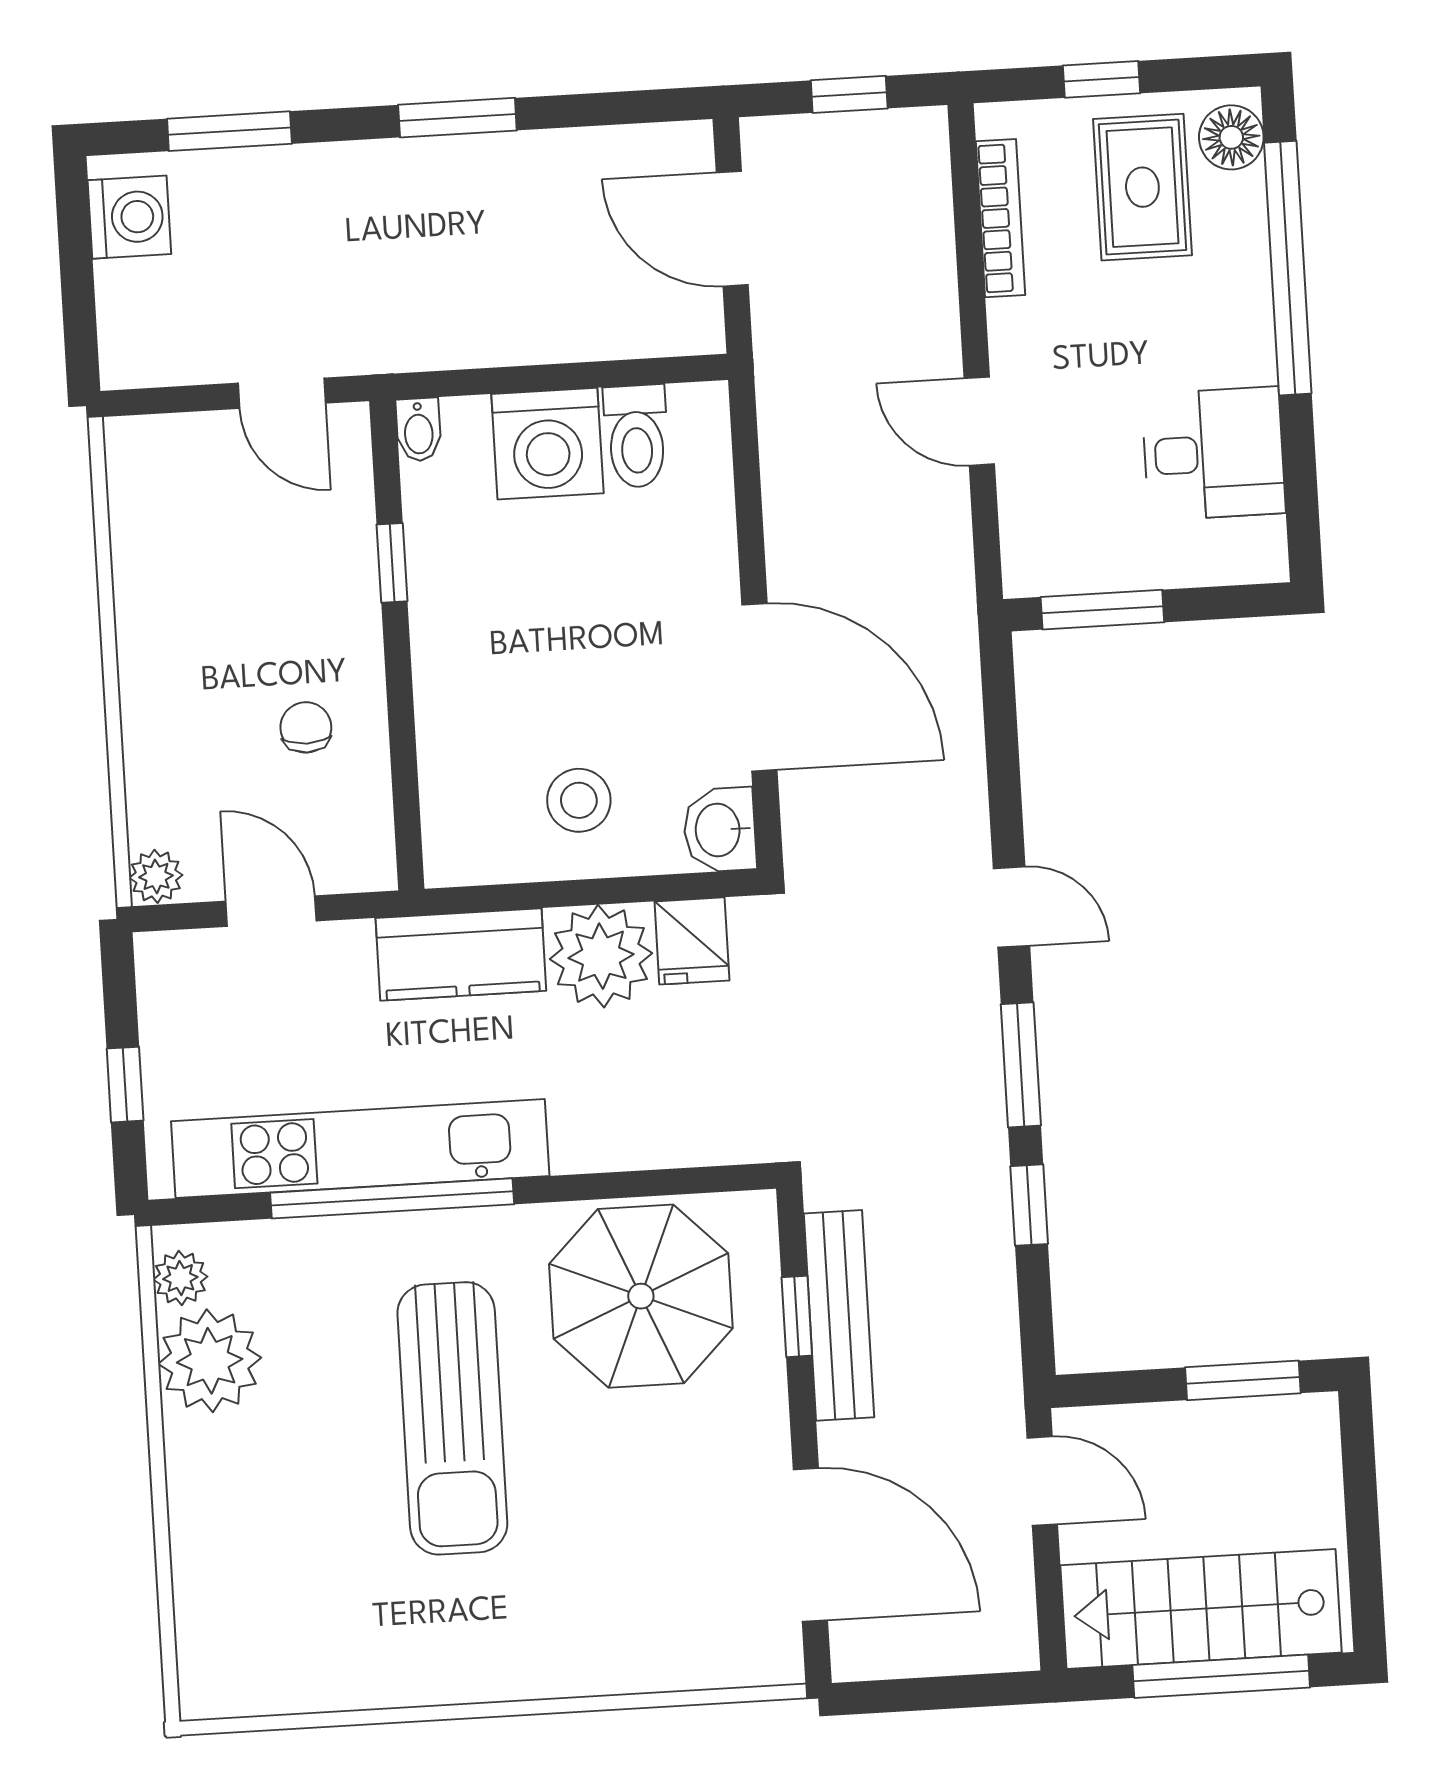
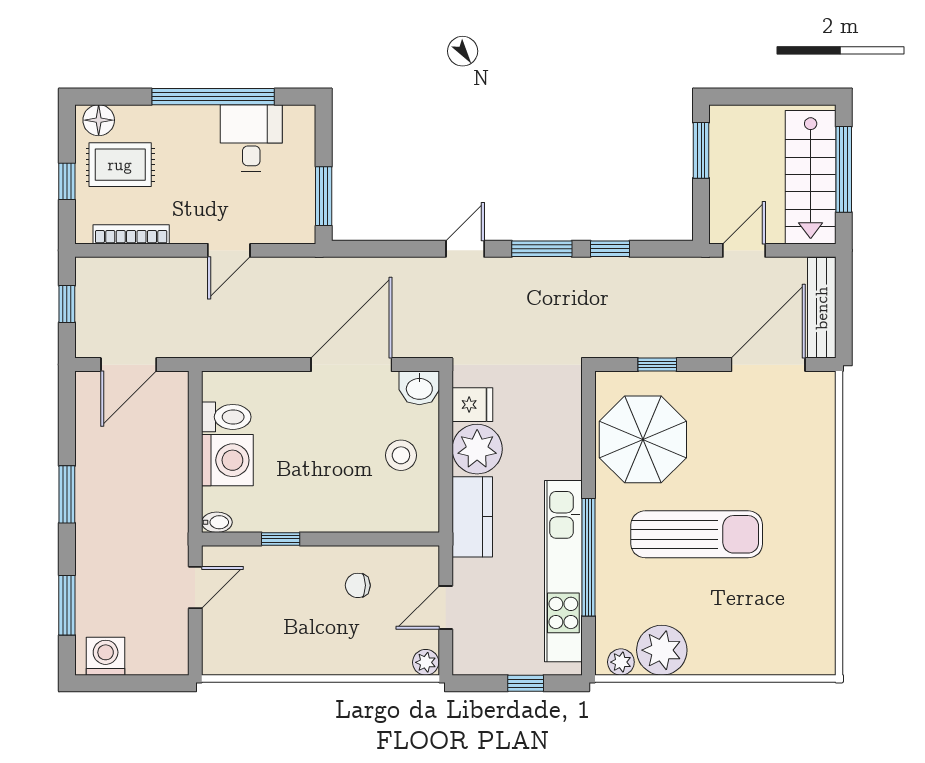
window: (1288, 268) -> (213, 97), moved
bench: (839, 1315) -> (822, 308), moved, turned 90

